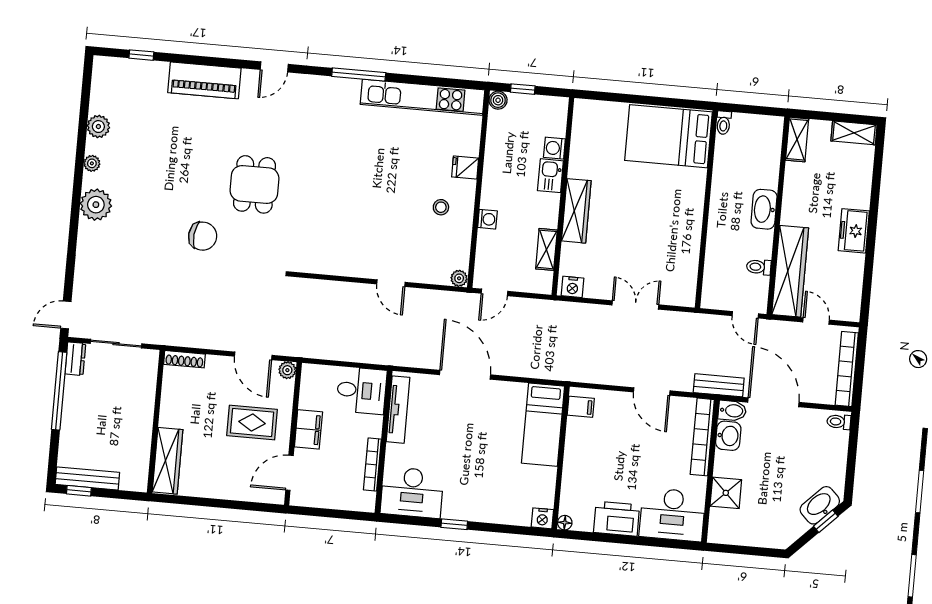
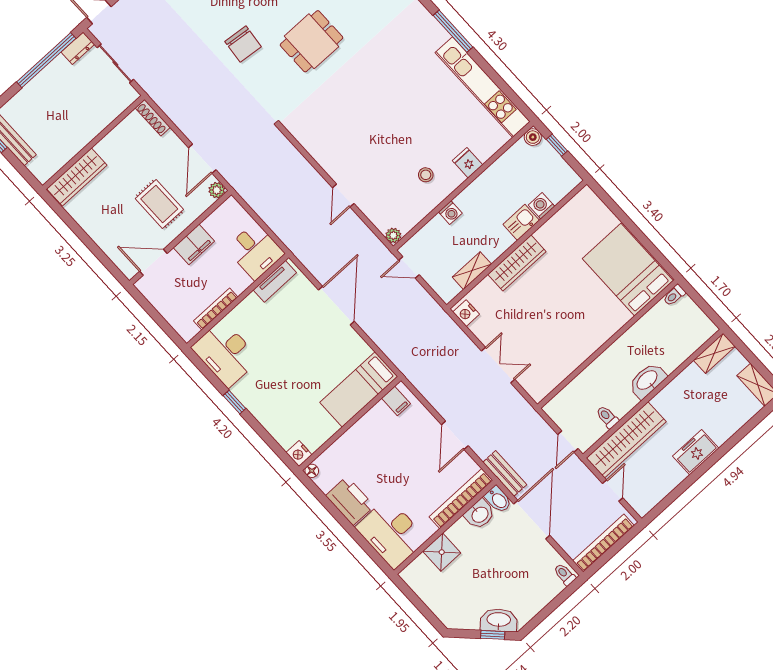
tv unit: (398, 410) -> (275, 281), width x0.71

